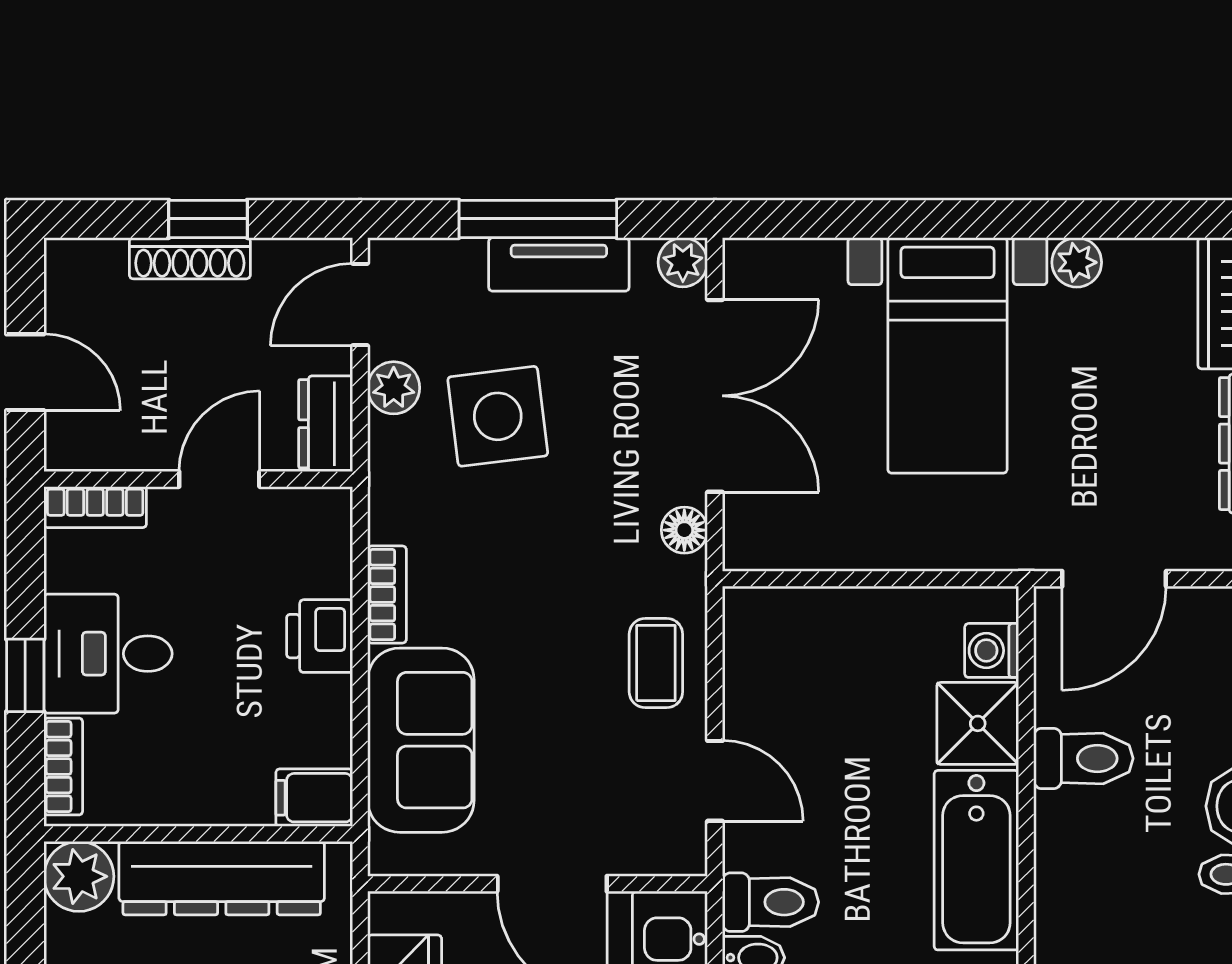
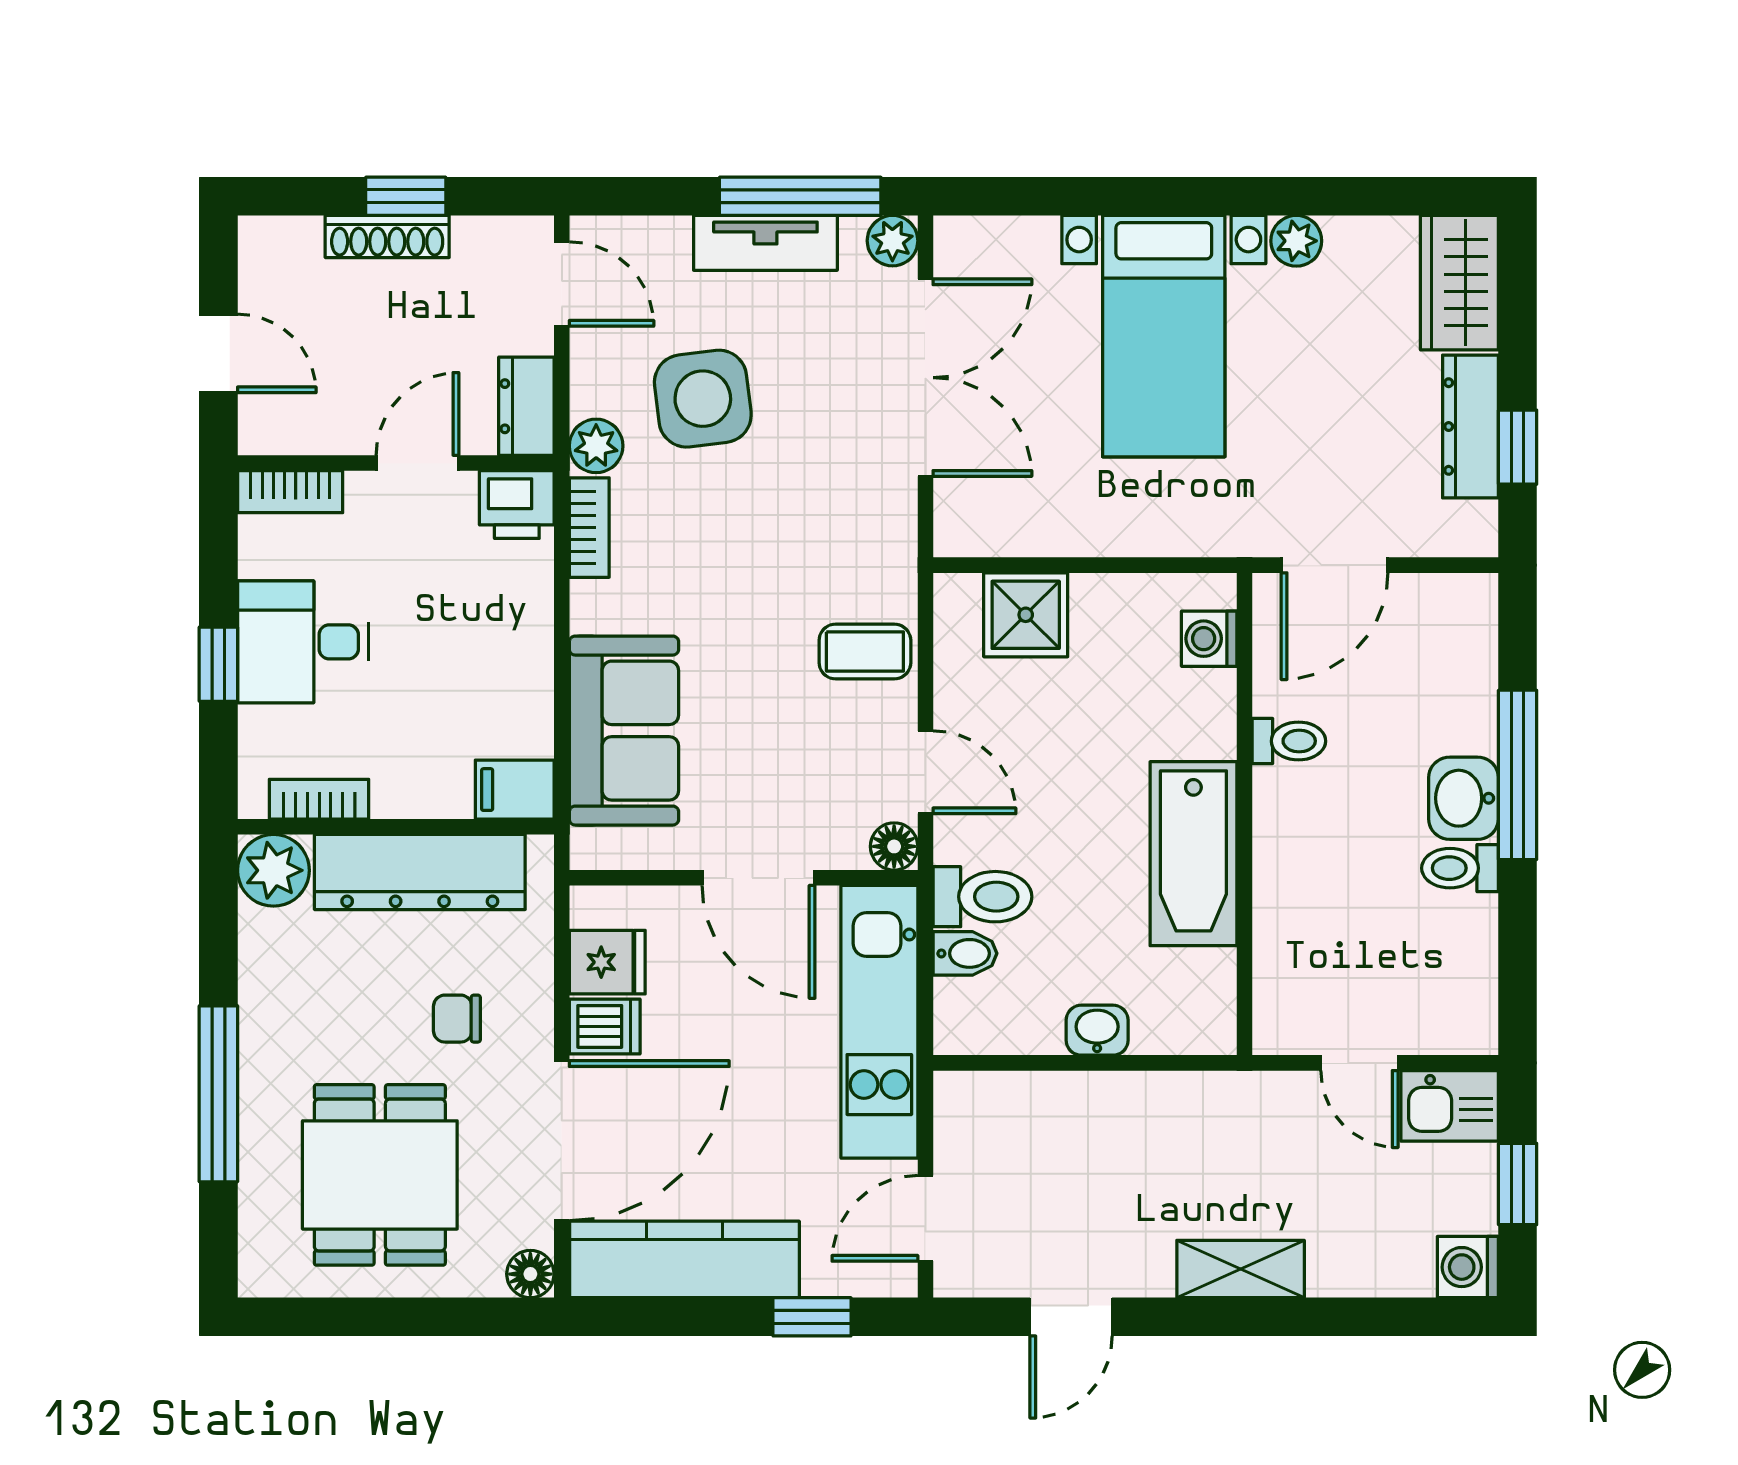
window: (538, 219) -> (800, 196), moved
door: (360, 304) -> (562, 284), swing flipped
plant: (394, 388) -> (596, 446), moved
floor lamp: (684, 530) -> (894, 846), moved
bookcase: (387, 594) -> (589, 528), moved
printer: (320, 636) -> (517, 505), moved, turned -90
coffee table: (656, 663) -> (865, 652), turned 90
shower: (978, 723) -> (1026, 615), moved
toilet: (1083, 758) -> (1289, 741), width x0.73, depth x0.72
bookcase: (63, 766) -> (319, 799), moved, turned -90

